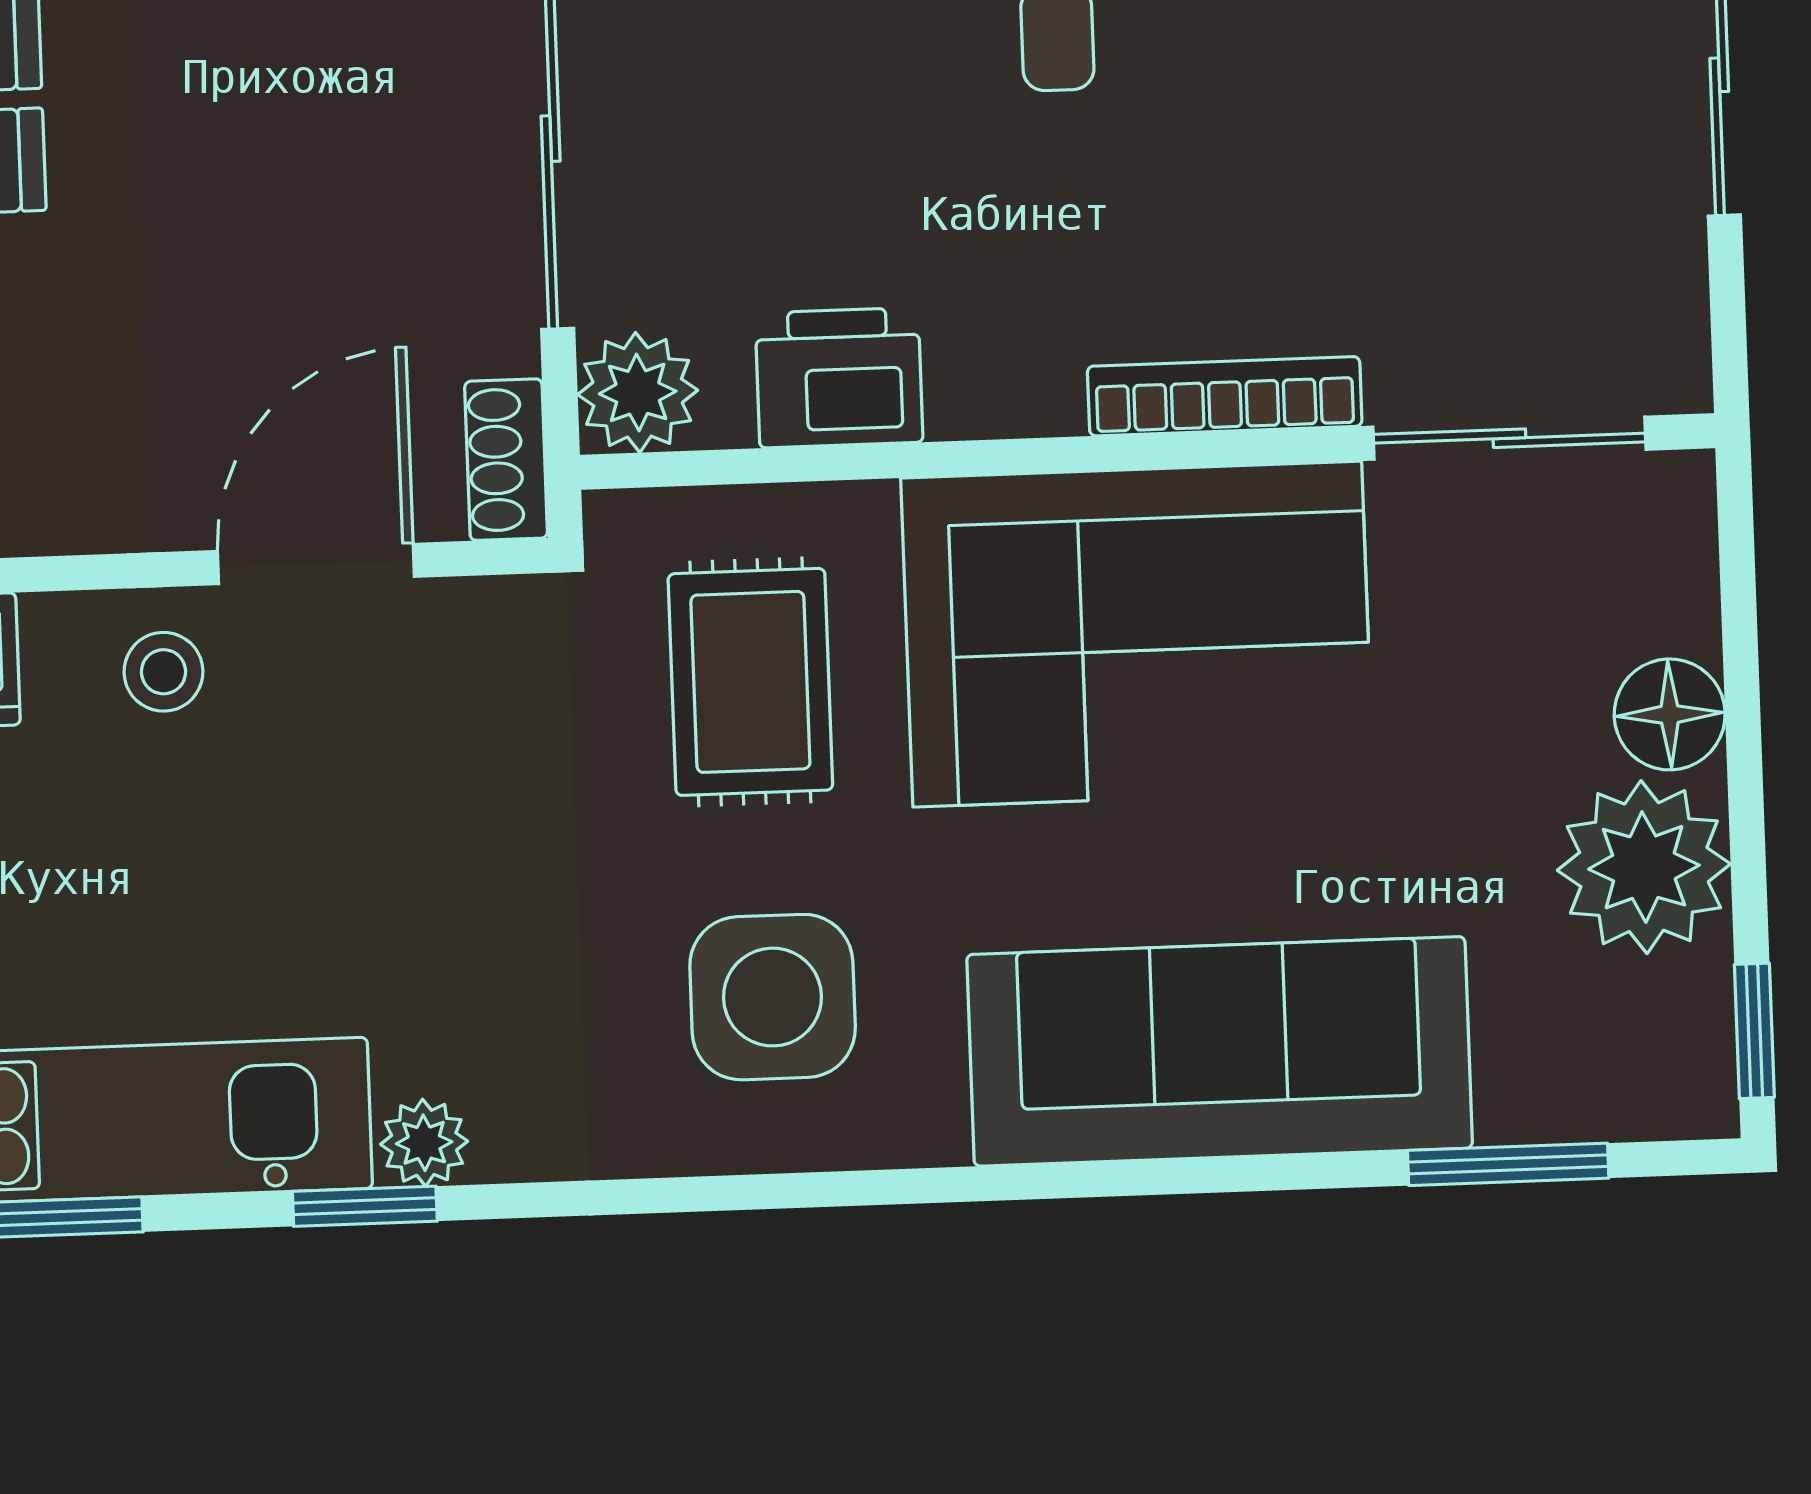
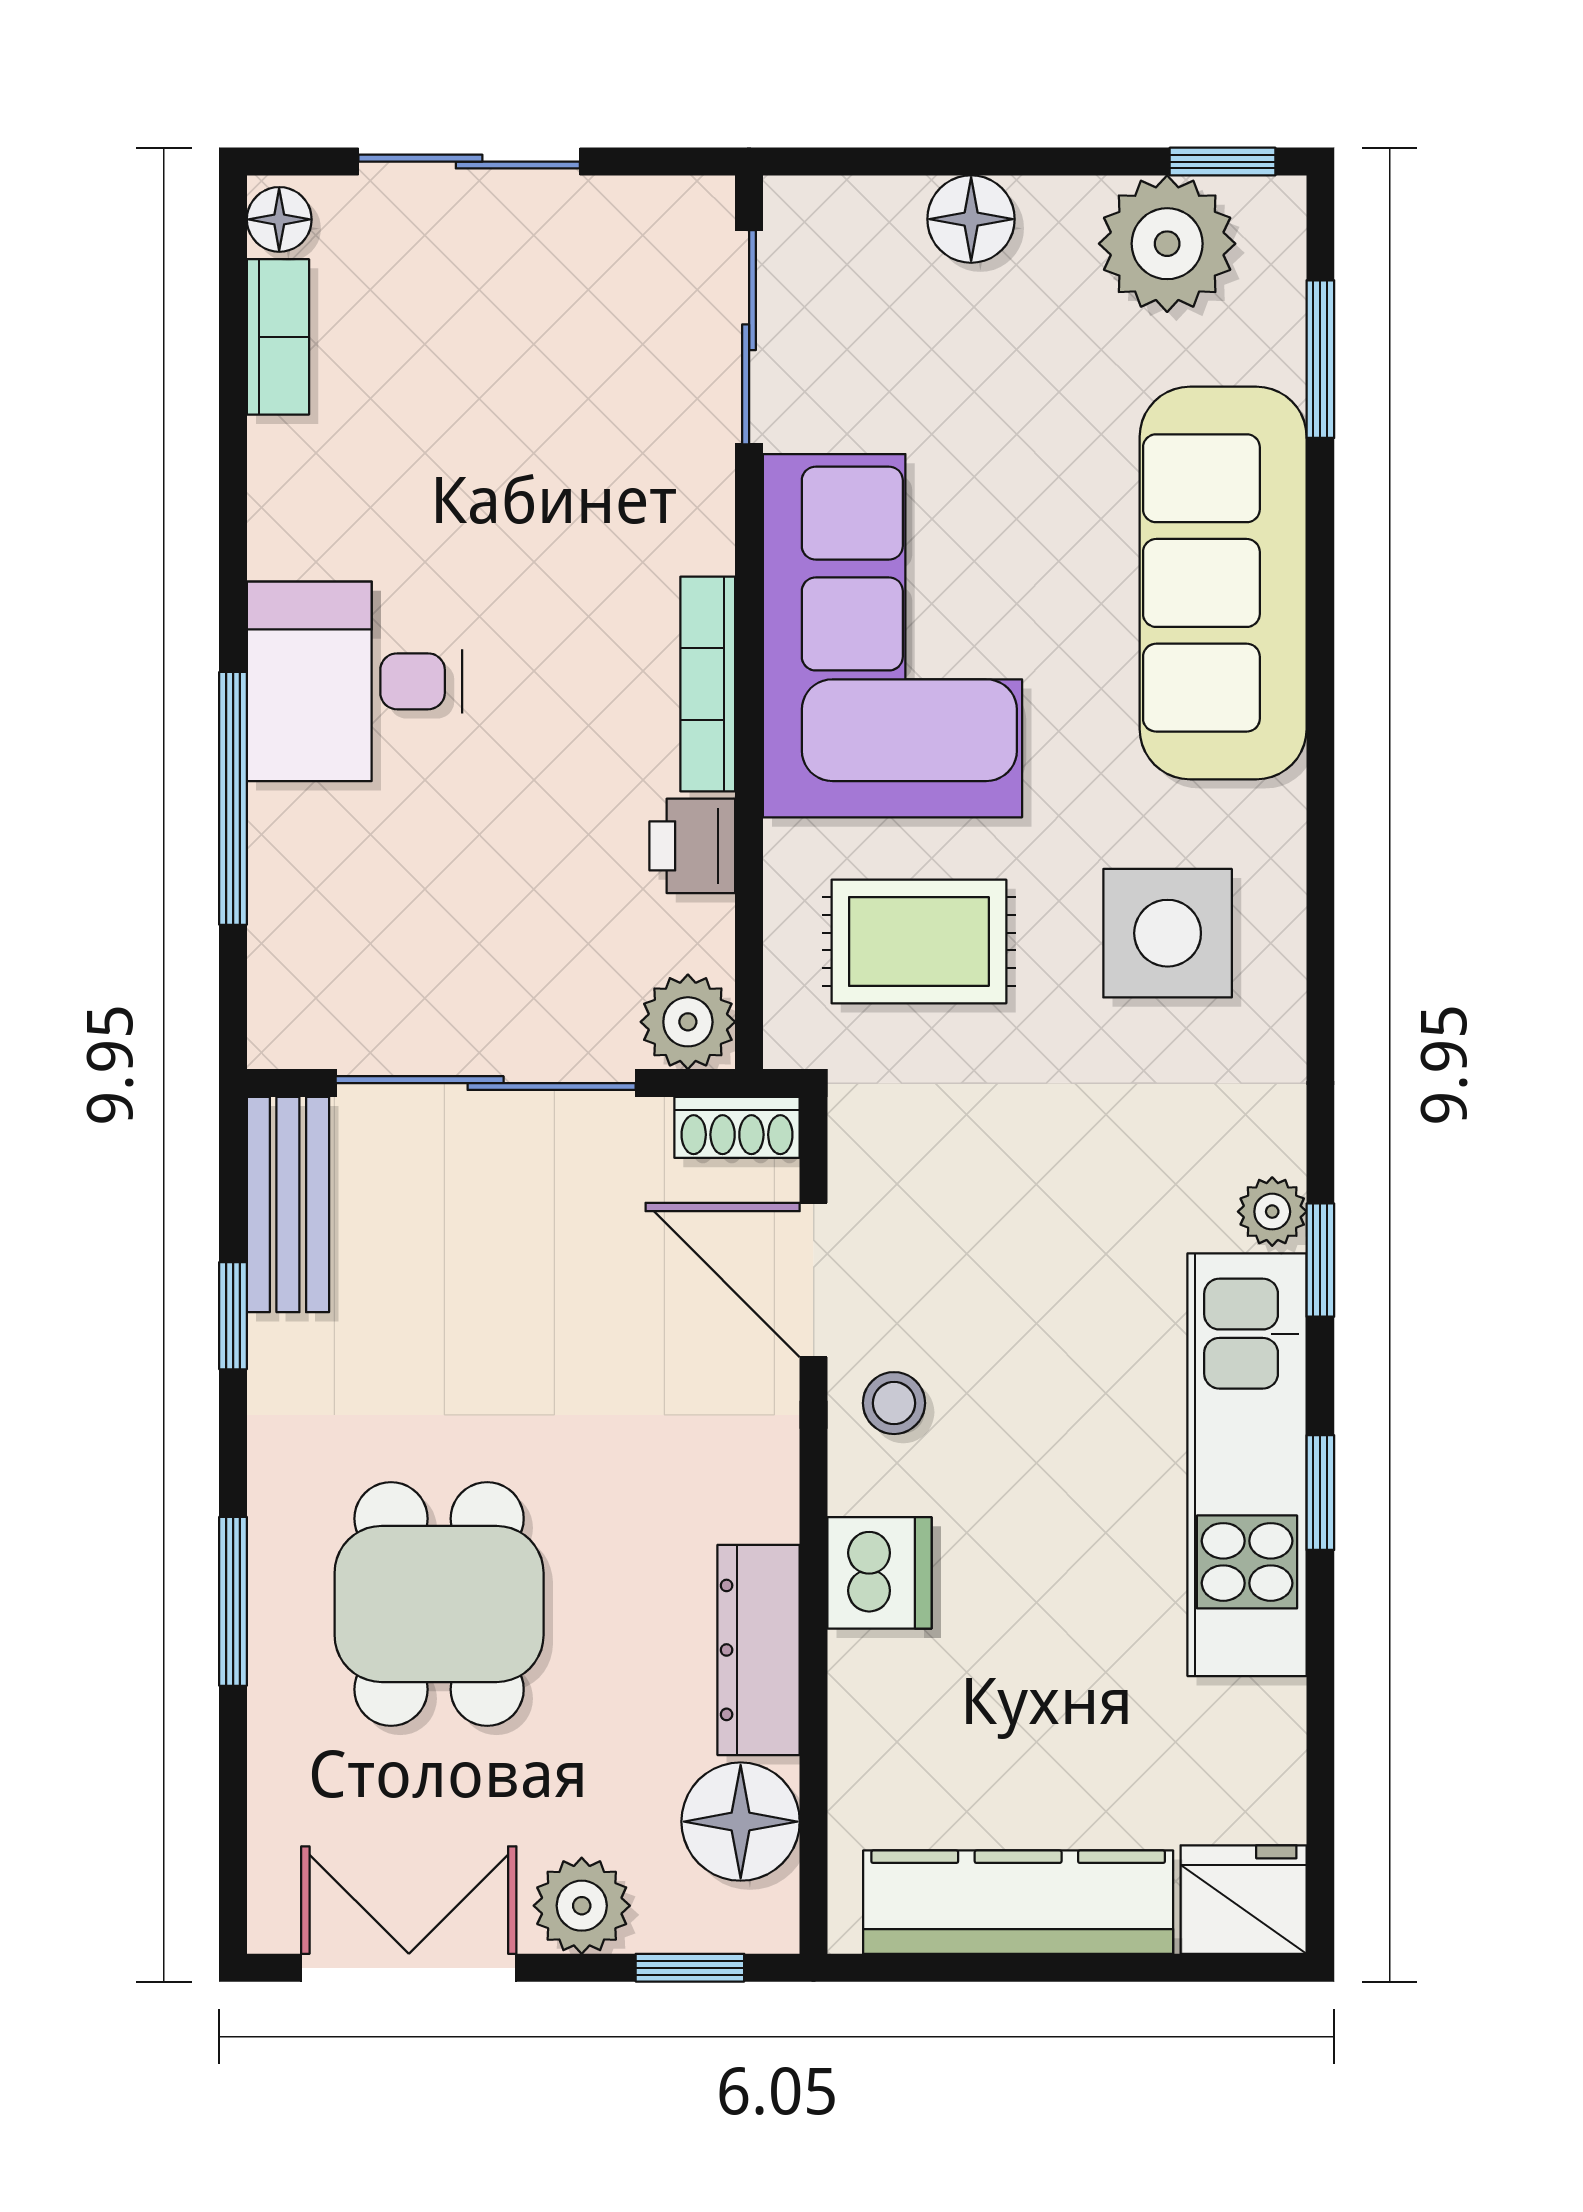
printer: (839, 378) -> (692, 846), width x0.73, depth x0.81
bookcase: (1225, 396) -> (708, 684), moved
plant: (1644, 867) -> (1167, 244), moved

